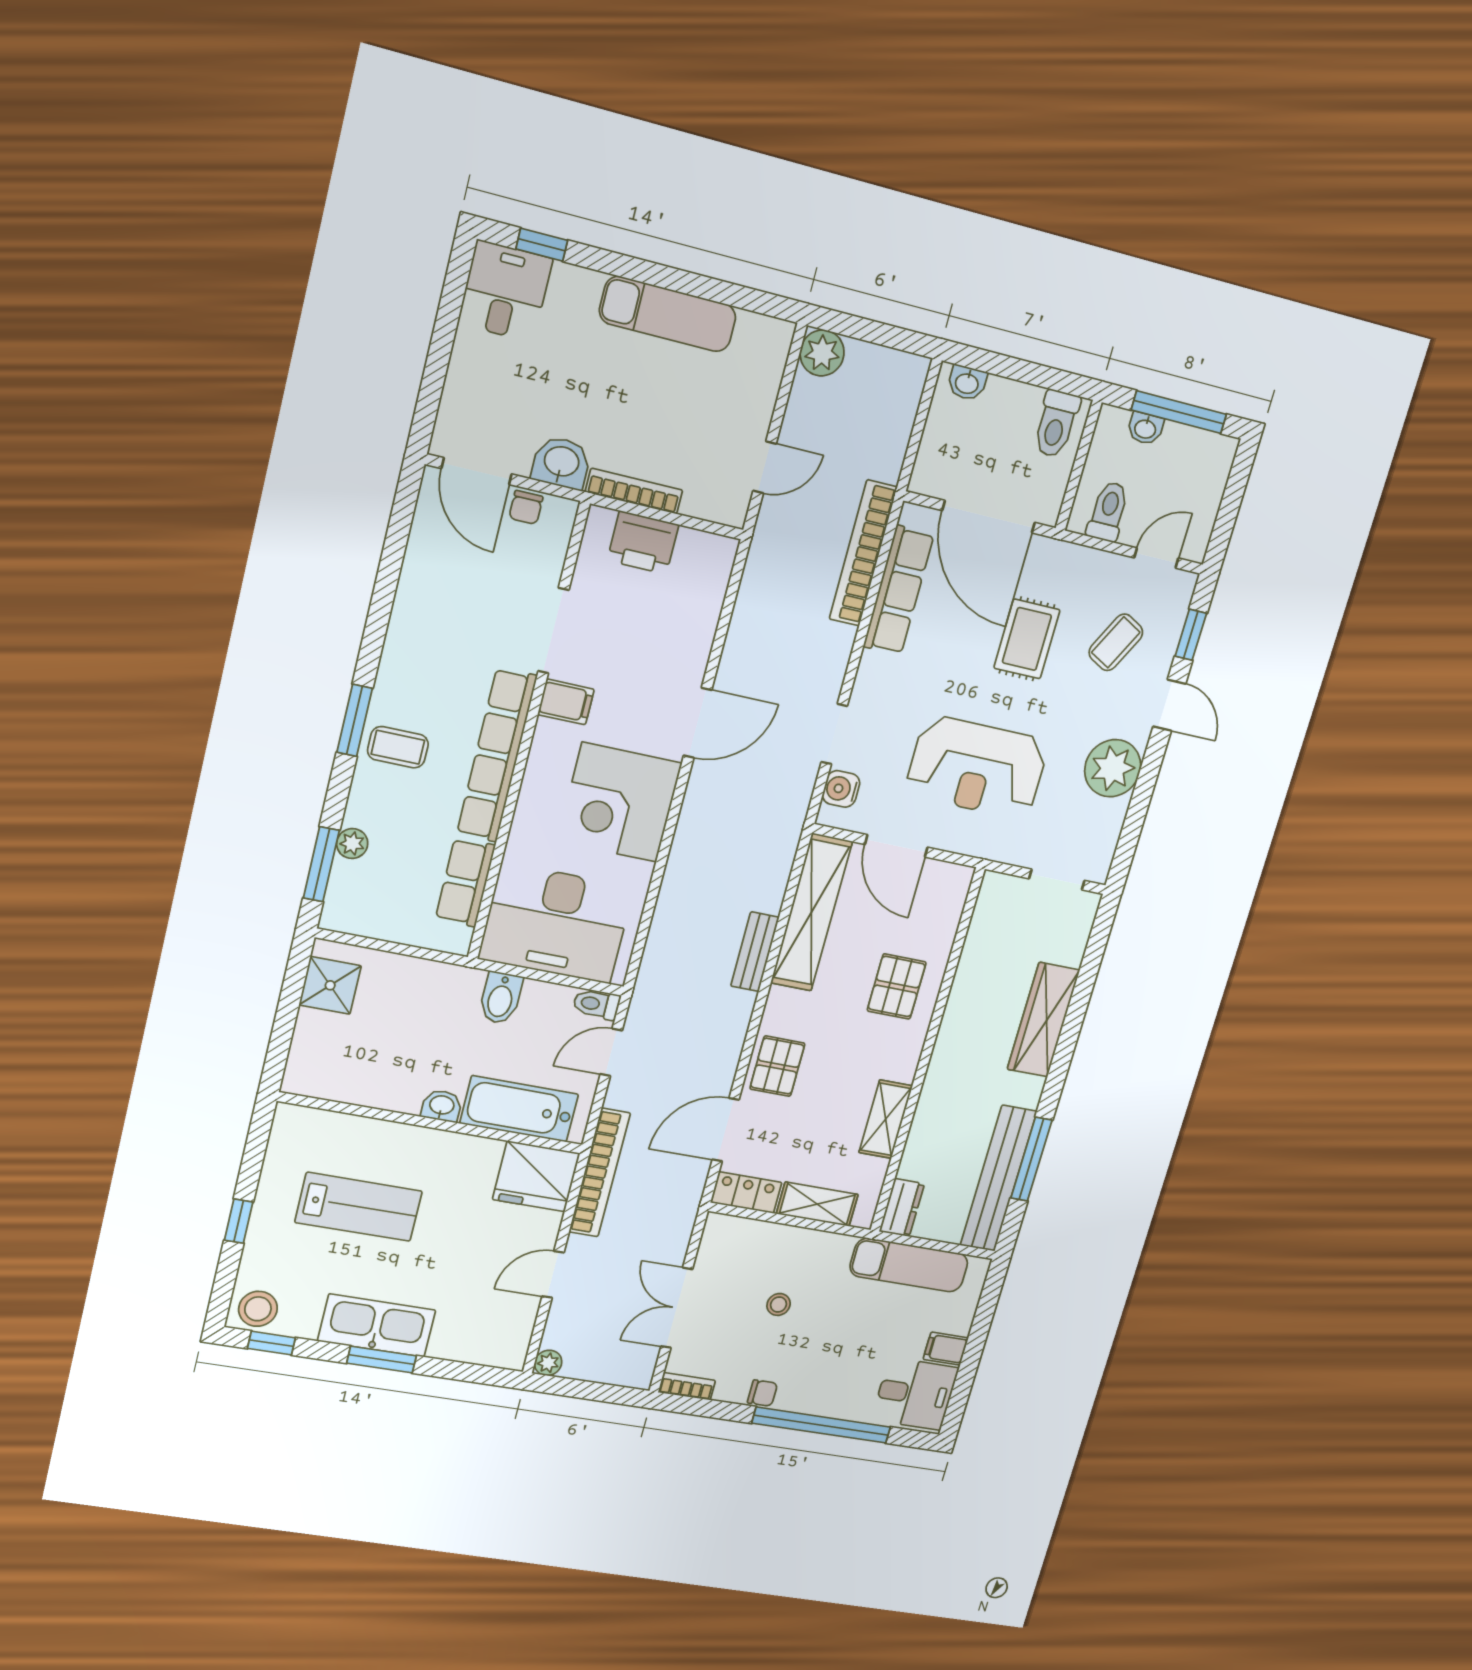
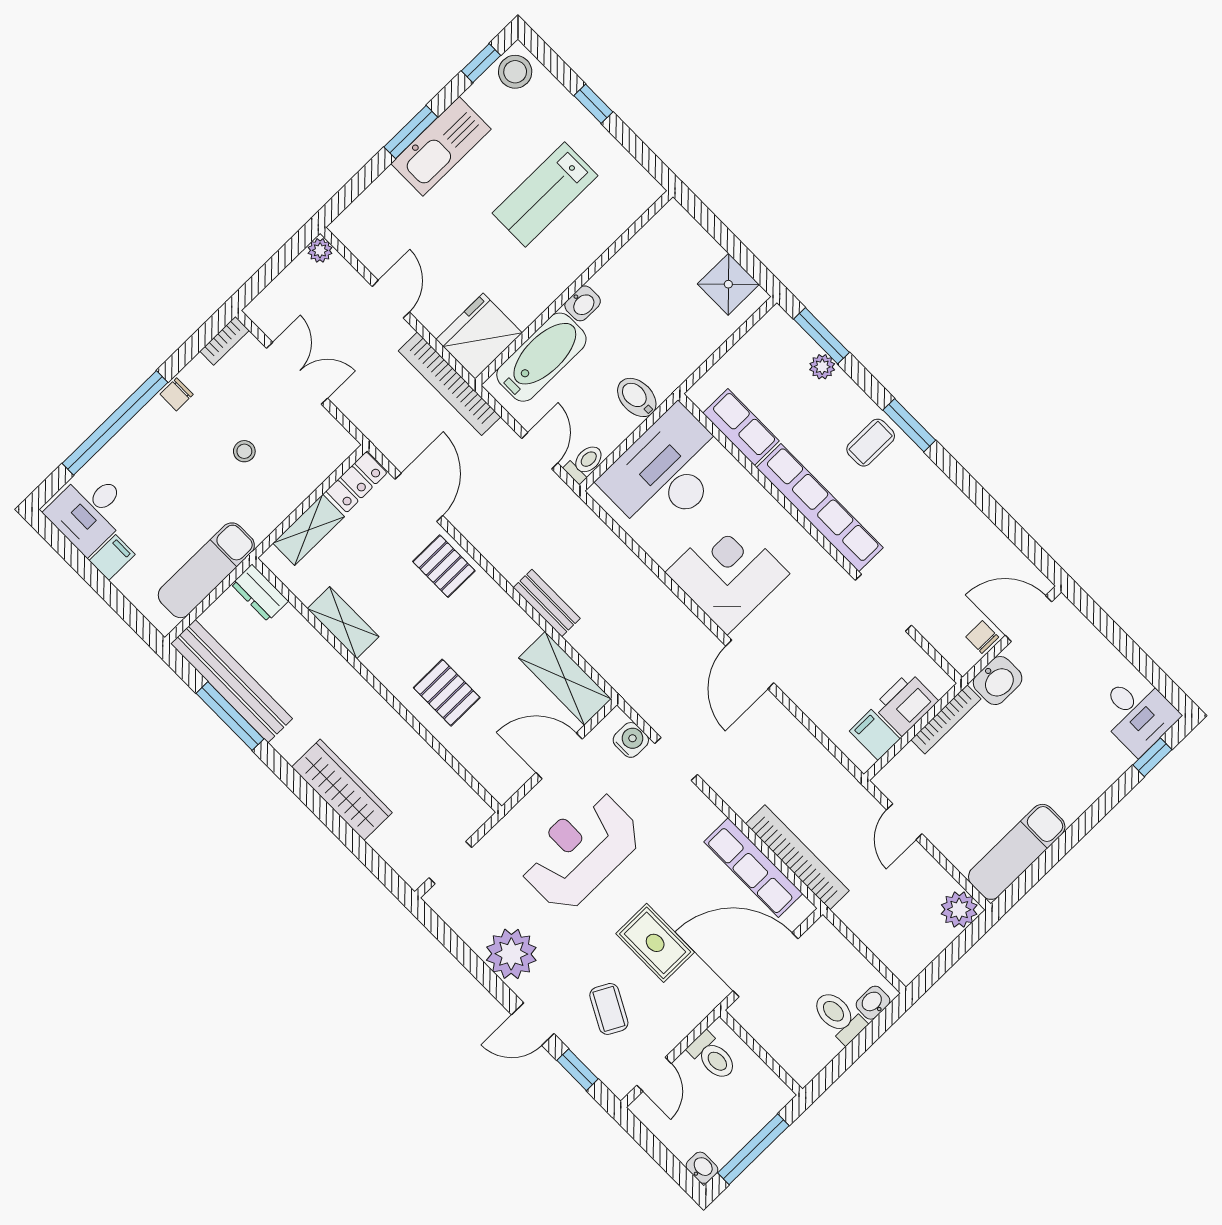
exam couch: (668, 314) -> (1017, 852), moved
toilet: (1056, 424) -> (839, 1017), moved
washbasin: (1145, 428) -> (702, 1168), moved, turned 90
filing cabinet: (566, 702) -> (875, 735), moved, turned 90
shelving: (811, 912) -> (565, 678), width x0.68

